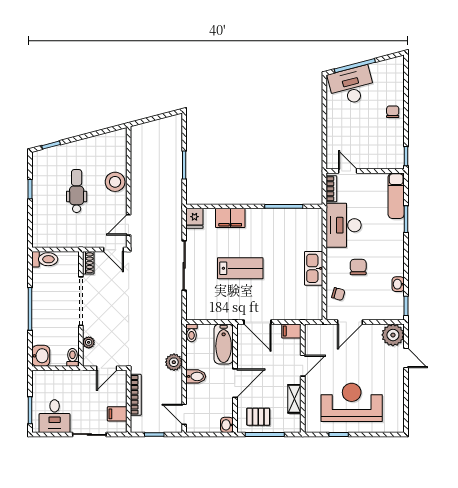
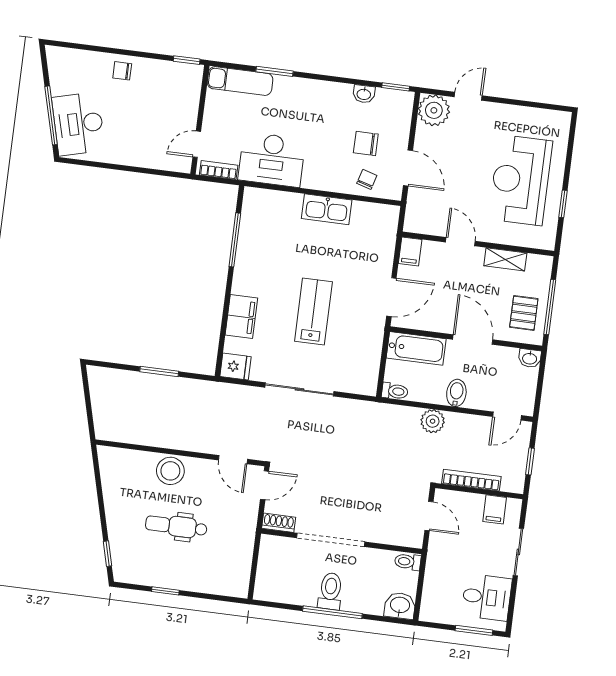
toilet: (45, 259) -> (330, 591), moved
chair: (358, 267) -> (366, 143), moved
plant: (89, 342) -> (390, 537), removed

